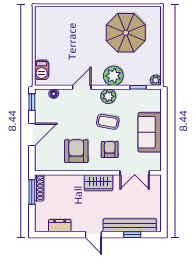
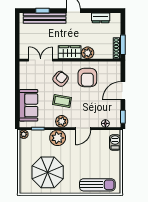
sun lounger: (64, 17) -> (97, 185), added
sofa: (150, 132) -> (29, 105), moved
armchair: (110, 150) -> (61, 79), turned -141
plant: (76, 182) -> (88, 53), added

